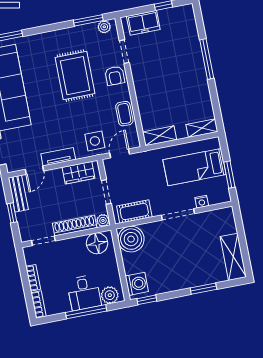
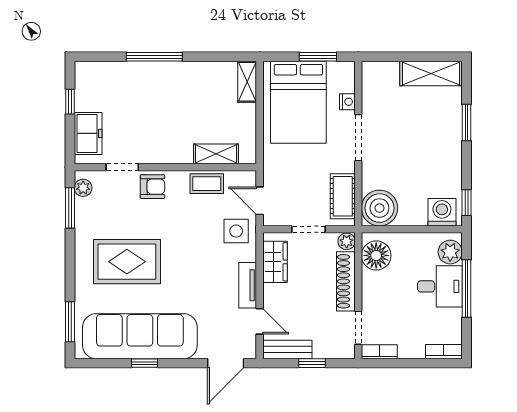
rug: (75, 76) -> (127, 262), moved
shelving: (160, 136) -> (216, 154), moved, turned 90
bed: (195, 167) -> (298, 102), width x1.50
bookcase: (33, 278) -> (379, 352), moved

